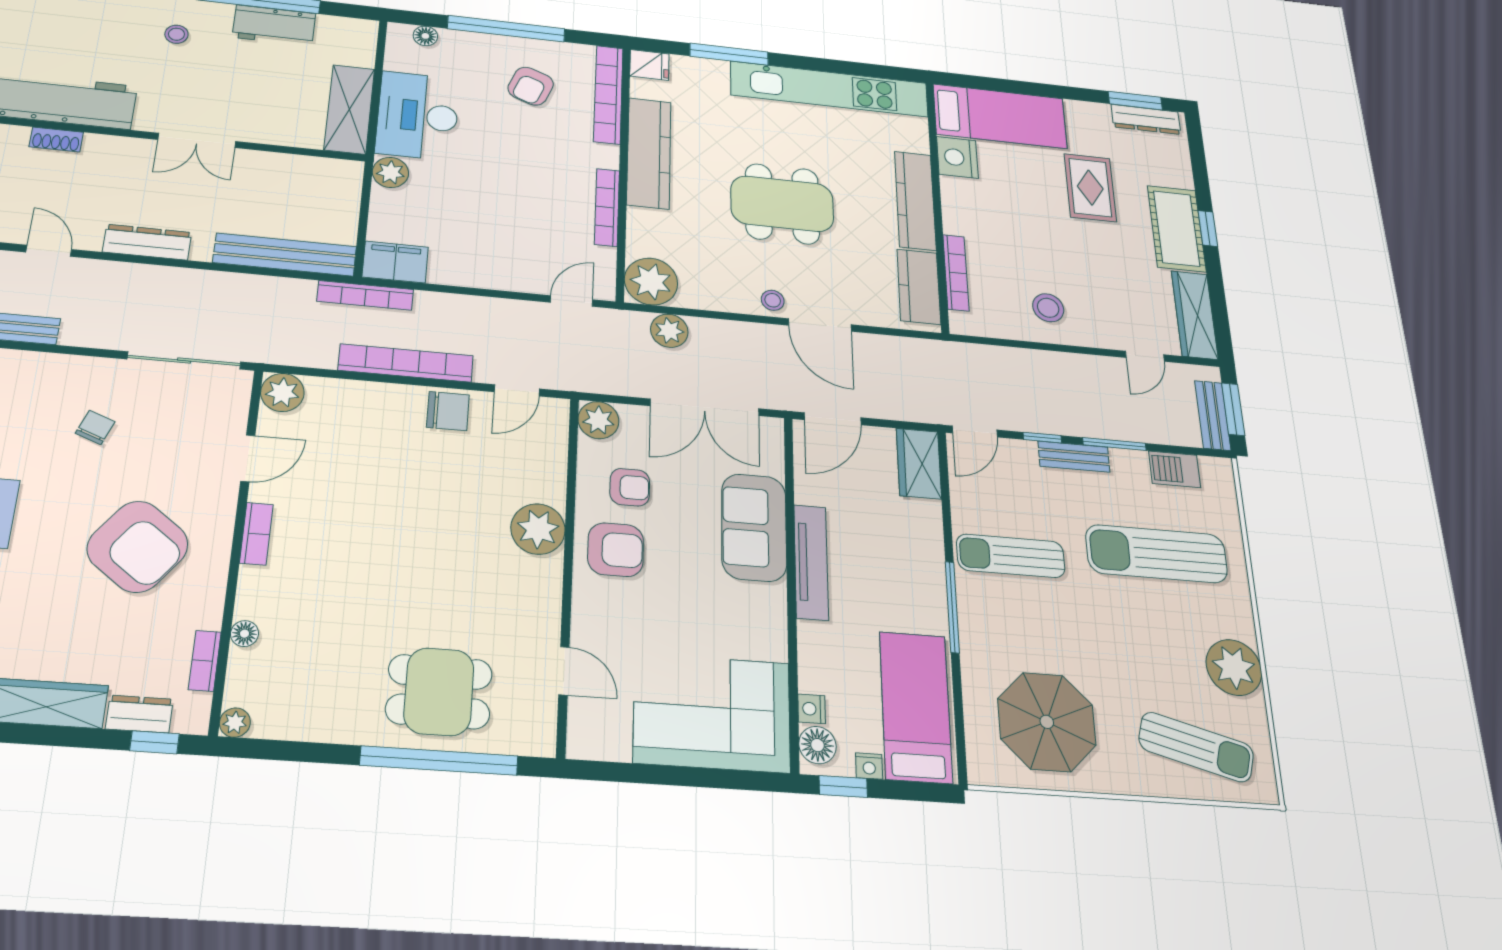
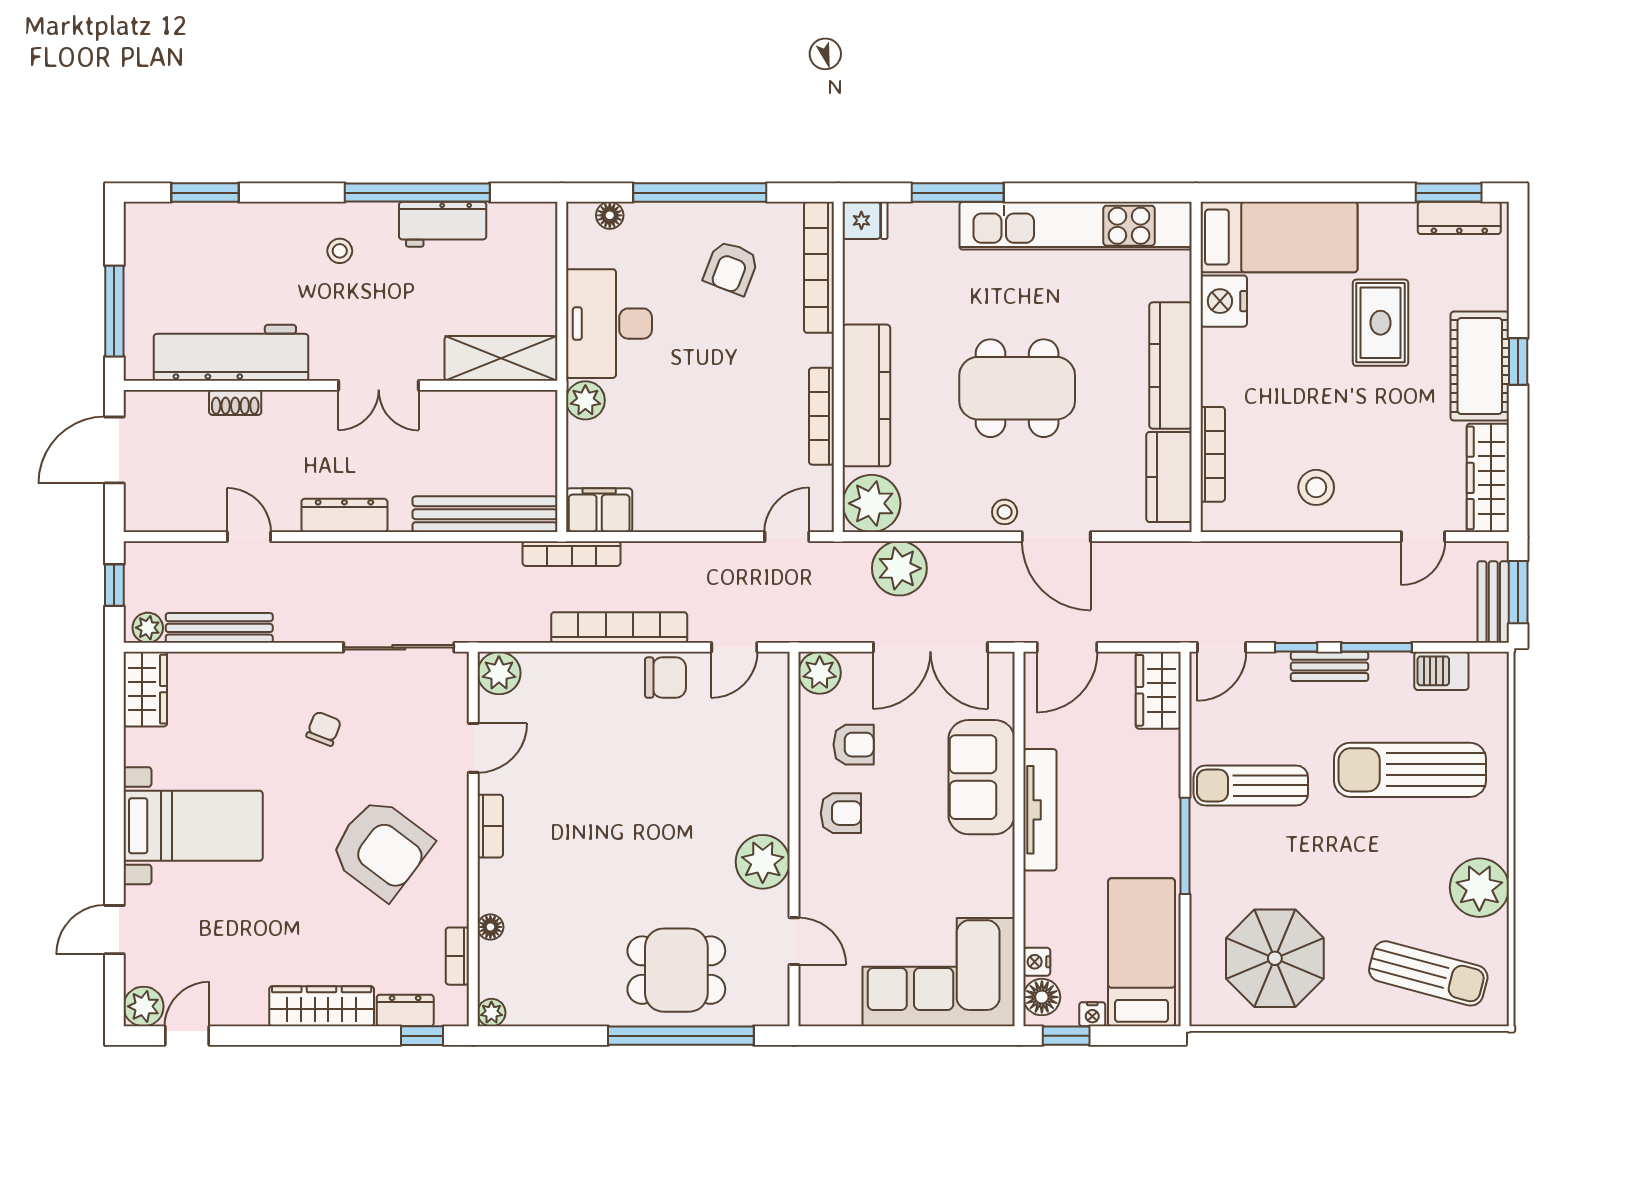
shelving: (349, 109) -> (501, 358), moved, turned 90
kitchen counter: (649, 153) -> (866, 395), moved
plant: (669, 331) -> (899, 568), width x1.36, depth x1.36
plant: (538, 529) -> (763, 862), moved
armchair: (616, 550) -> (841, 813), width x0.72, depth x0.72

